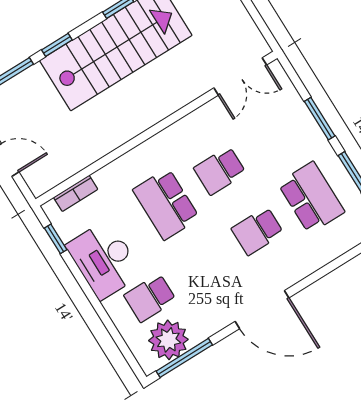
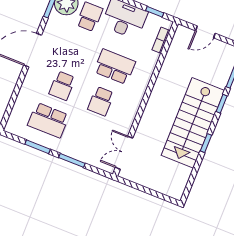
school desk: (220, 171) -> (101, 101), turned 180
school desk: (257, 231) -> (62, 86), turned 180

